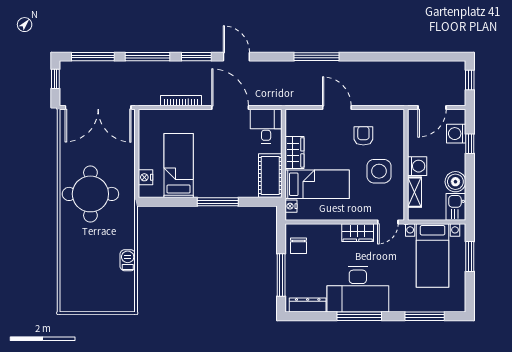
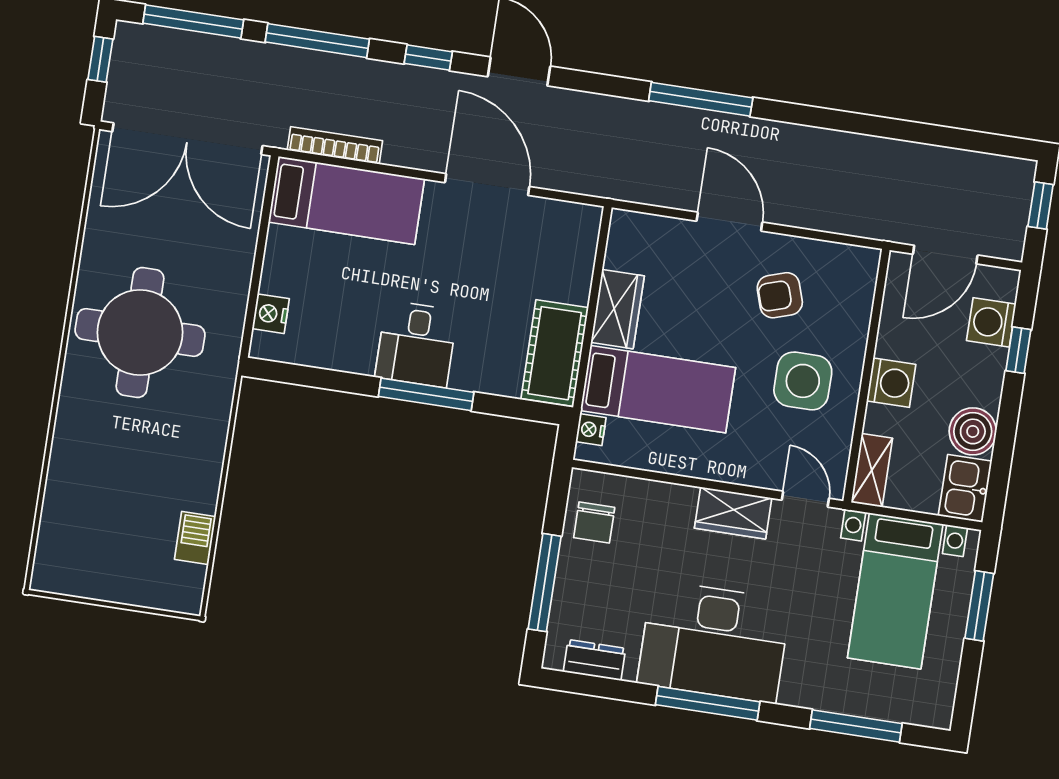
window: (196, 57) -> (428, 58), width x0.67
bookcase: (181, 101) -> (335, 145), moved
desk: (266, 126) -> (416, 344), moved, turned 180
armchair: (363, 136) -> (780, 295), turned -108
bed: (179, 165) -> (346, 200), moved, turned 90
shelving: (415, 192) -> (872, 470), moved
door: (388, 222) -> (805, 499), swing flipped
barbecue: (128, 260) -> (195, 538), moved
dresser: (308, 305) -> (594, 660), width x0.70

